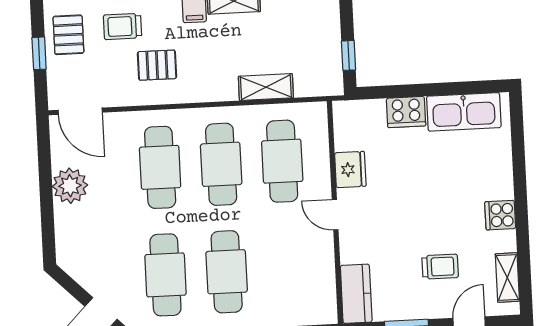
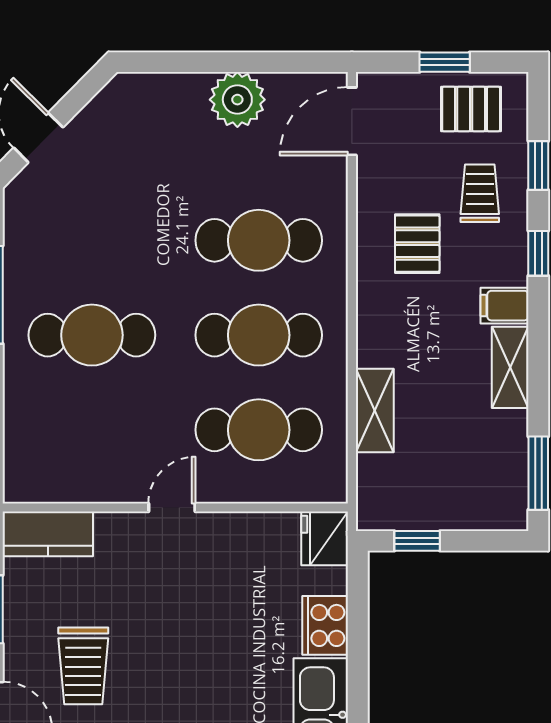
fridge: (350, 170) -> (325, 538), moved, turned 90
trolley: (440, 267) -> (83, 666), width x1.36, depth x1.39
cafe table: (165, 275) -> (92, 240), removed

